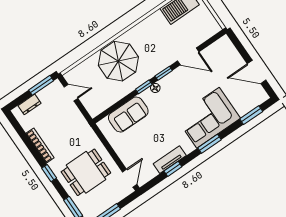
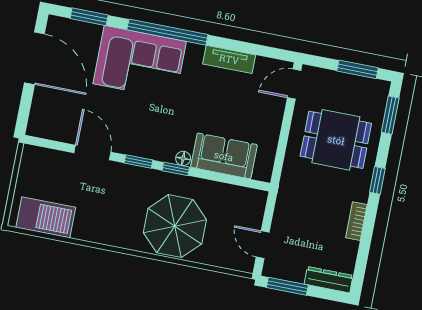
door: (257, 72) -> (34, 58), width x1.36
floor lamp: (155, 88) -> (183, 158), moved
dresser: (30, 104) -> (329, 280), width x1.44
window: (209, 144) -> (167, 32), width x2.11
bookcase: (40, 146) -> (356, 221), width x0.64
window: (173, 169) -> (236, 46), removed

